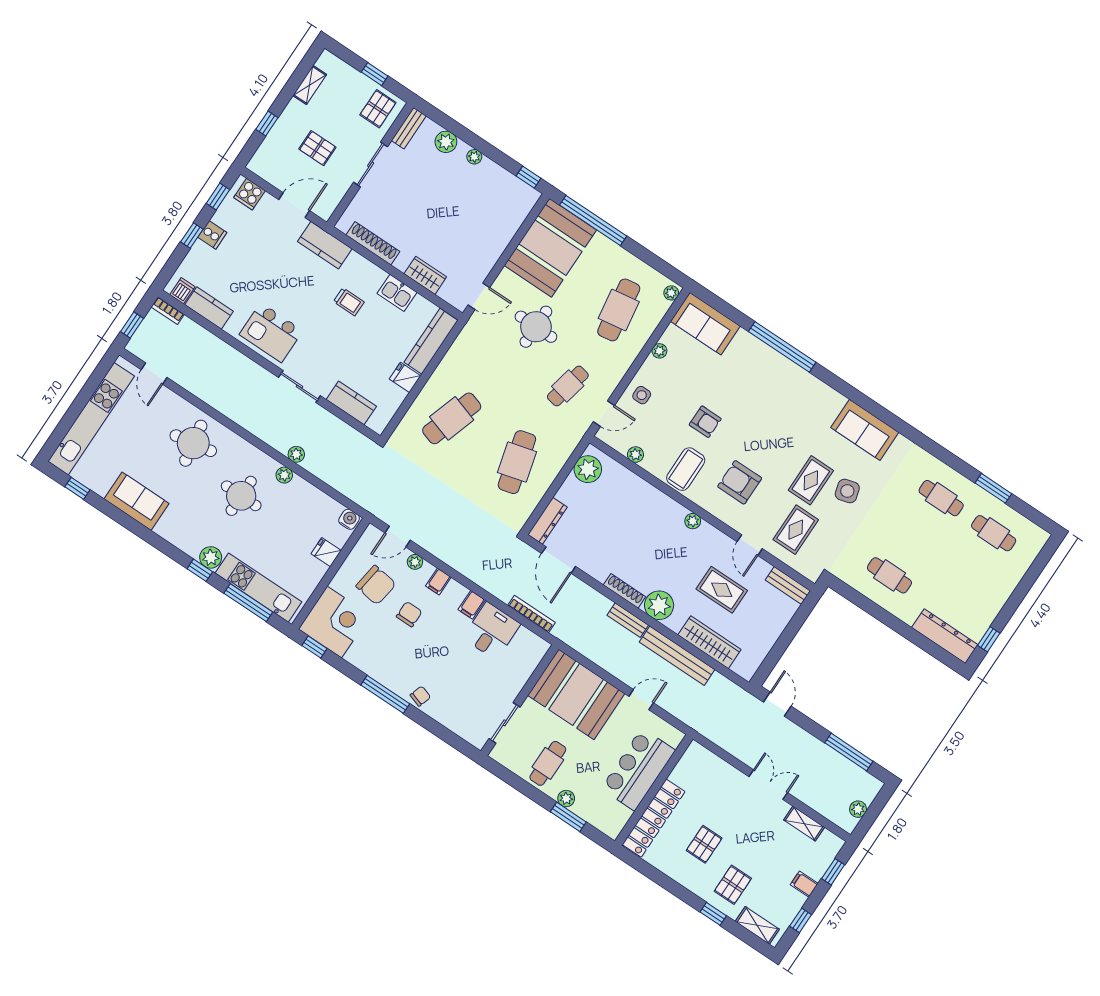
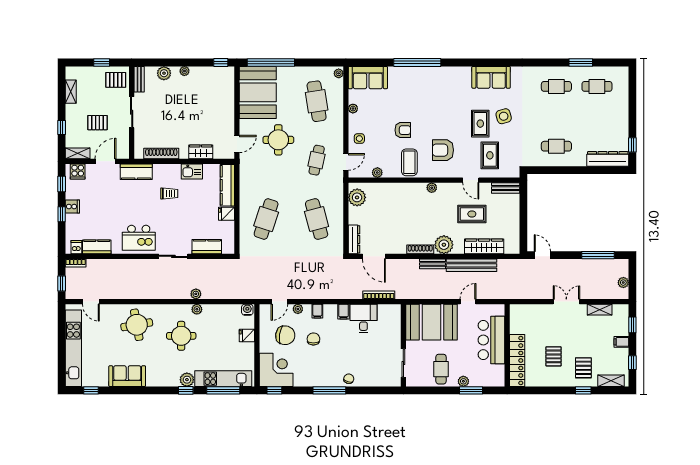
pallet: (378, 109) -> (116, 80), turned 90
shelving: (265, 171) -> (78, 153), added

